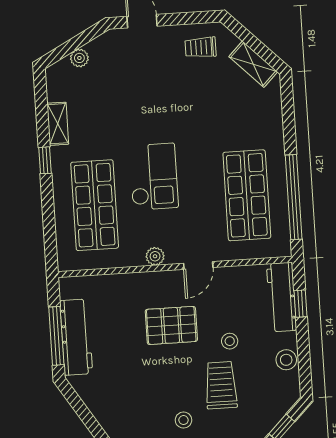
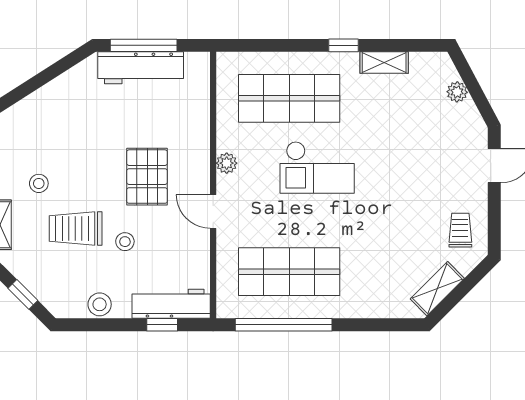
trolley: (221, 385) -> (76, 229), turned 180

